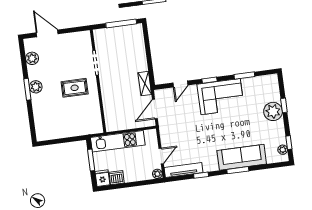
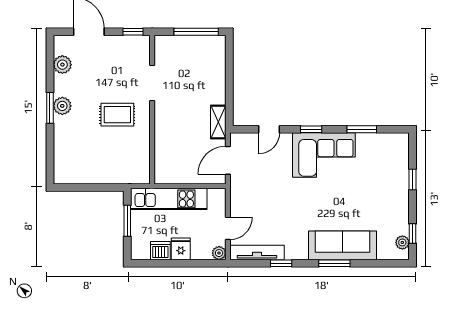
window: (78, 29) -> (133, 32), added
plant: (273, 111) -> (396, 186), removed
fridge: (102, 178) -> (181, 249), moved

